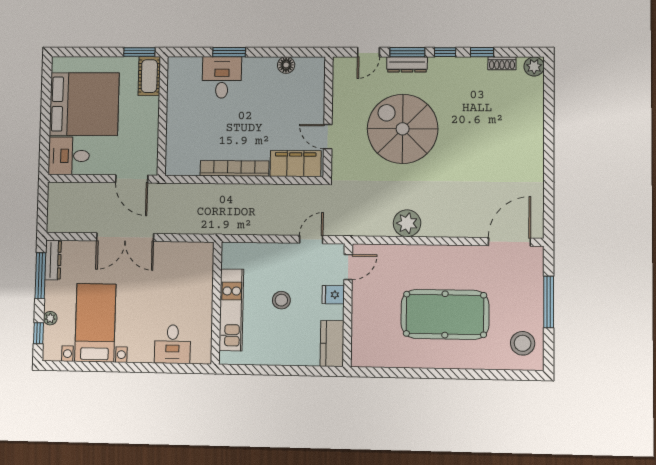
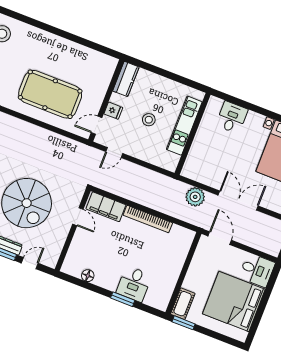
plant: (407, 223) -> (195, 197), moved
pool table: (445, 314) -> (50, 94), moved

